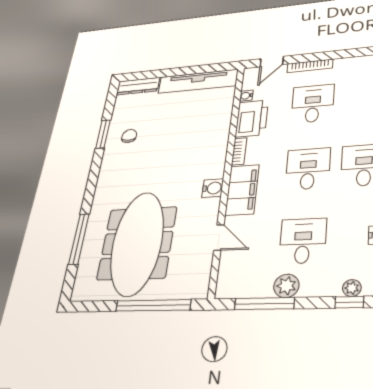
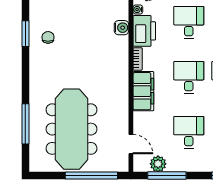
water cooler: (213, 188) -> (121, 28), moved
door: (219, 237) -> (131, 144), moved
plant: (286, 286) -> (158, 164), moved

